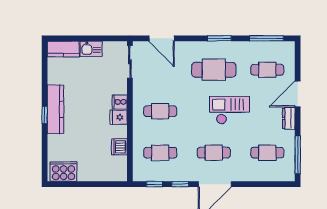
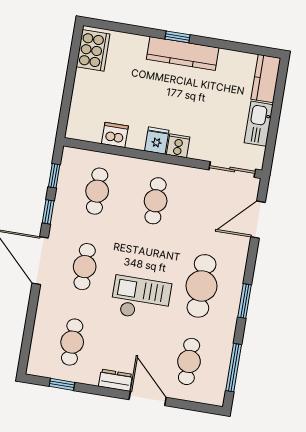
kitchen sink: (91, 49) -> (259, 124), width x1.38
checkout: (229, 110) -> (141, 299), turned -90
window: (298, 155) -> (62, 384), width x0.46

